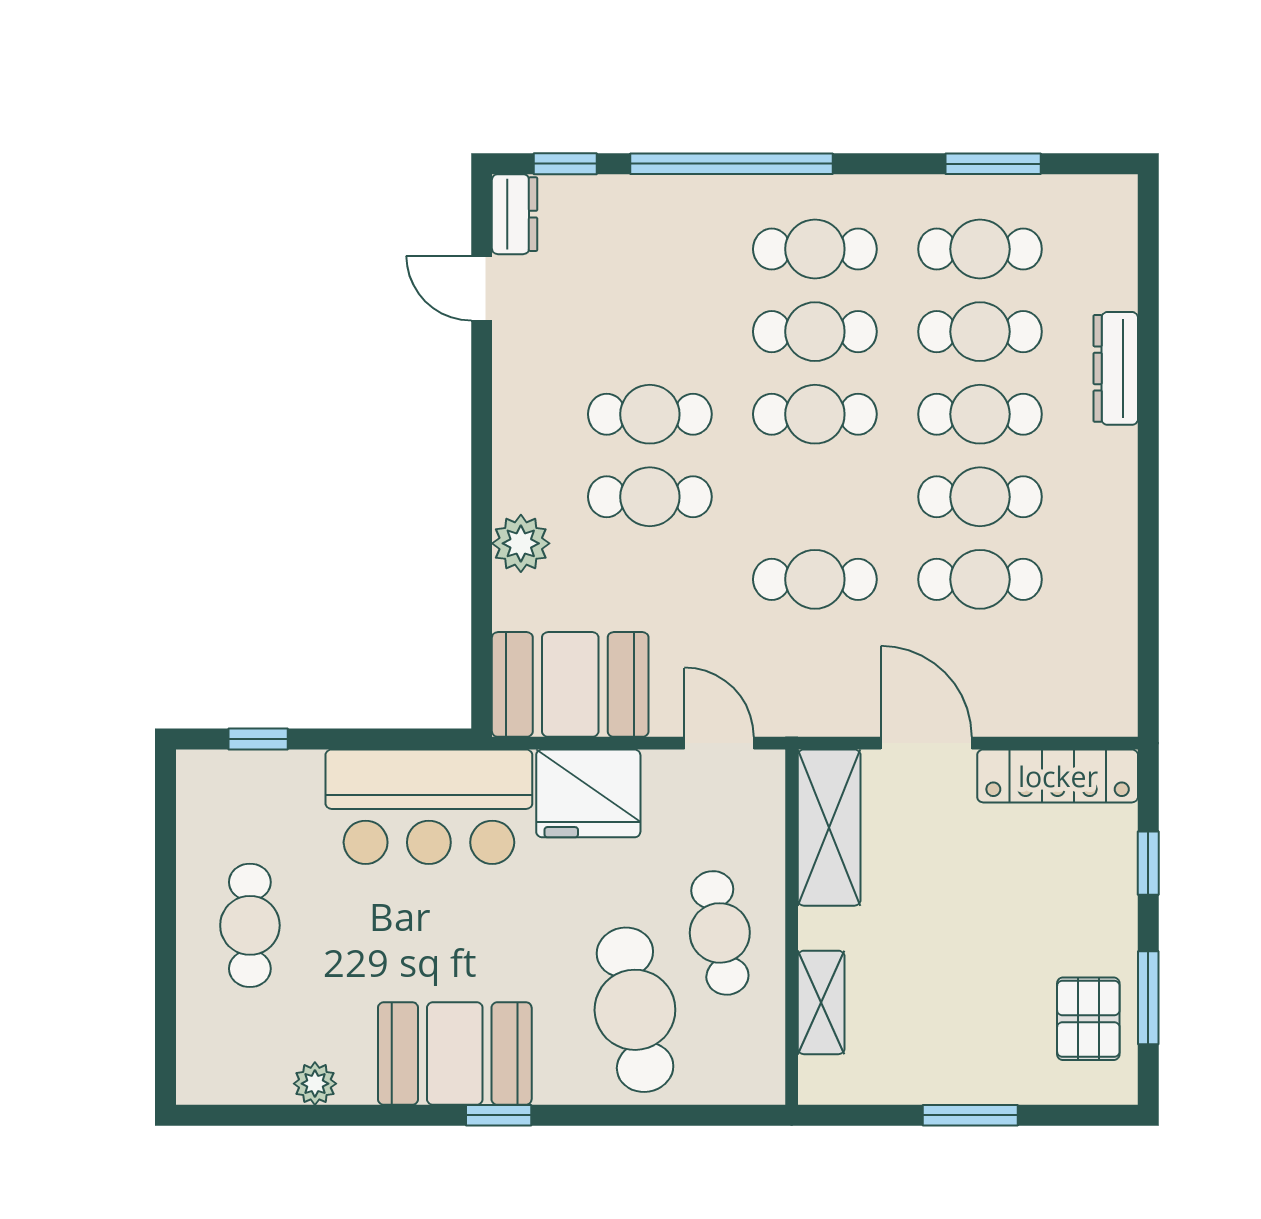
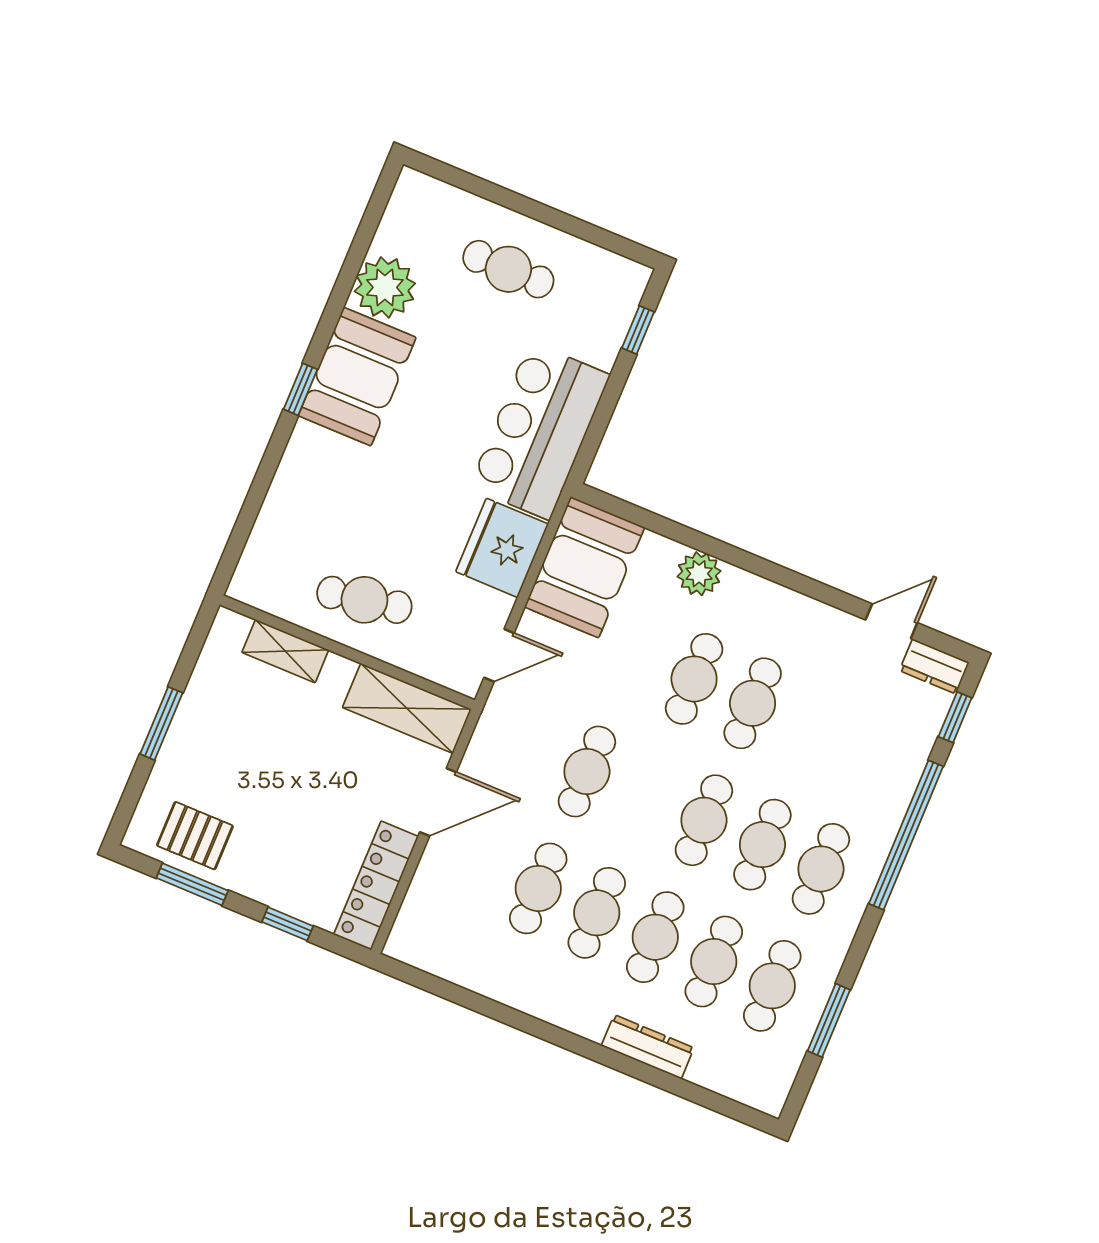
cafe table: (635, 1010) -> (335, 517), removed
plant: (315, 1084) -> (385, 287), width x1.87, depth x1.87

